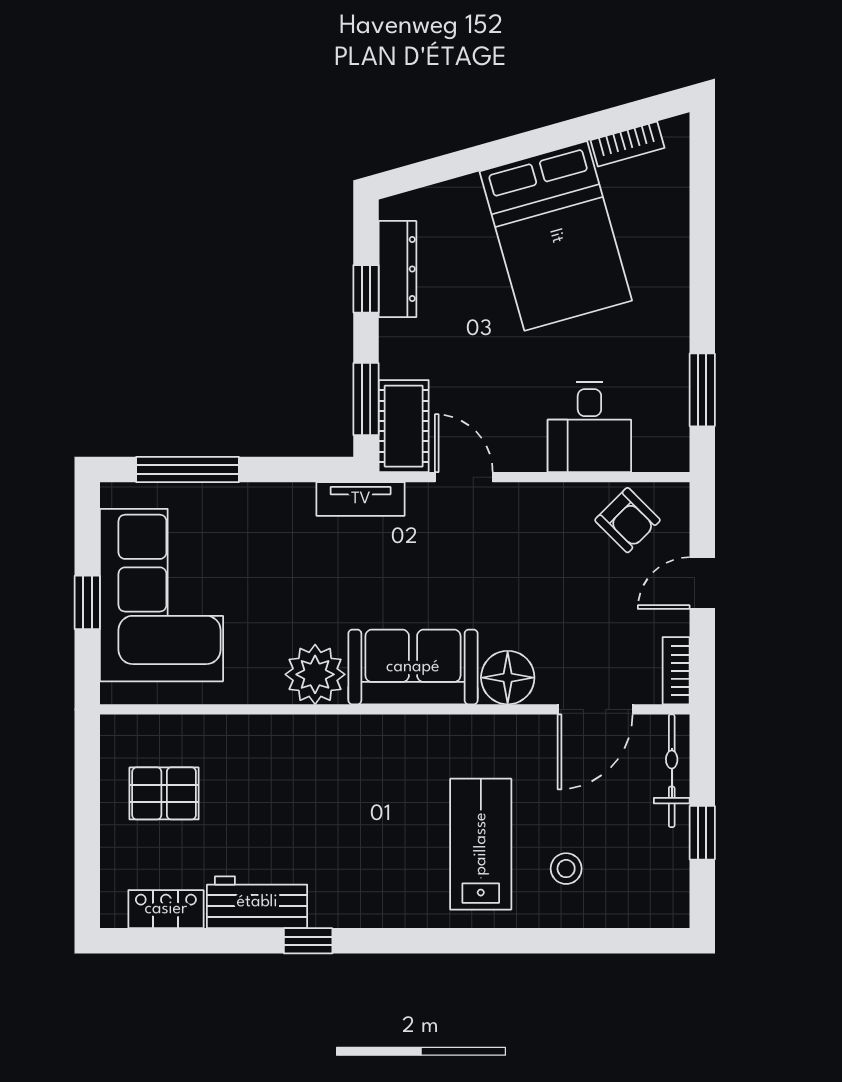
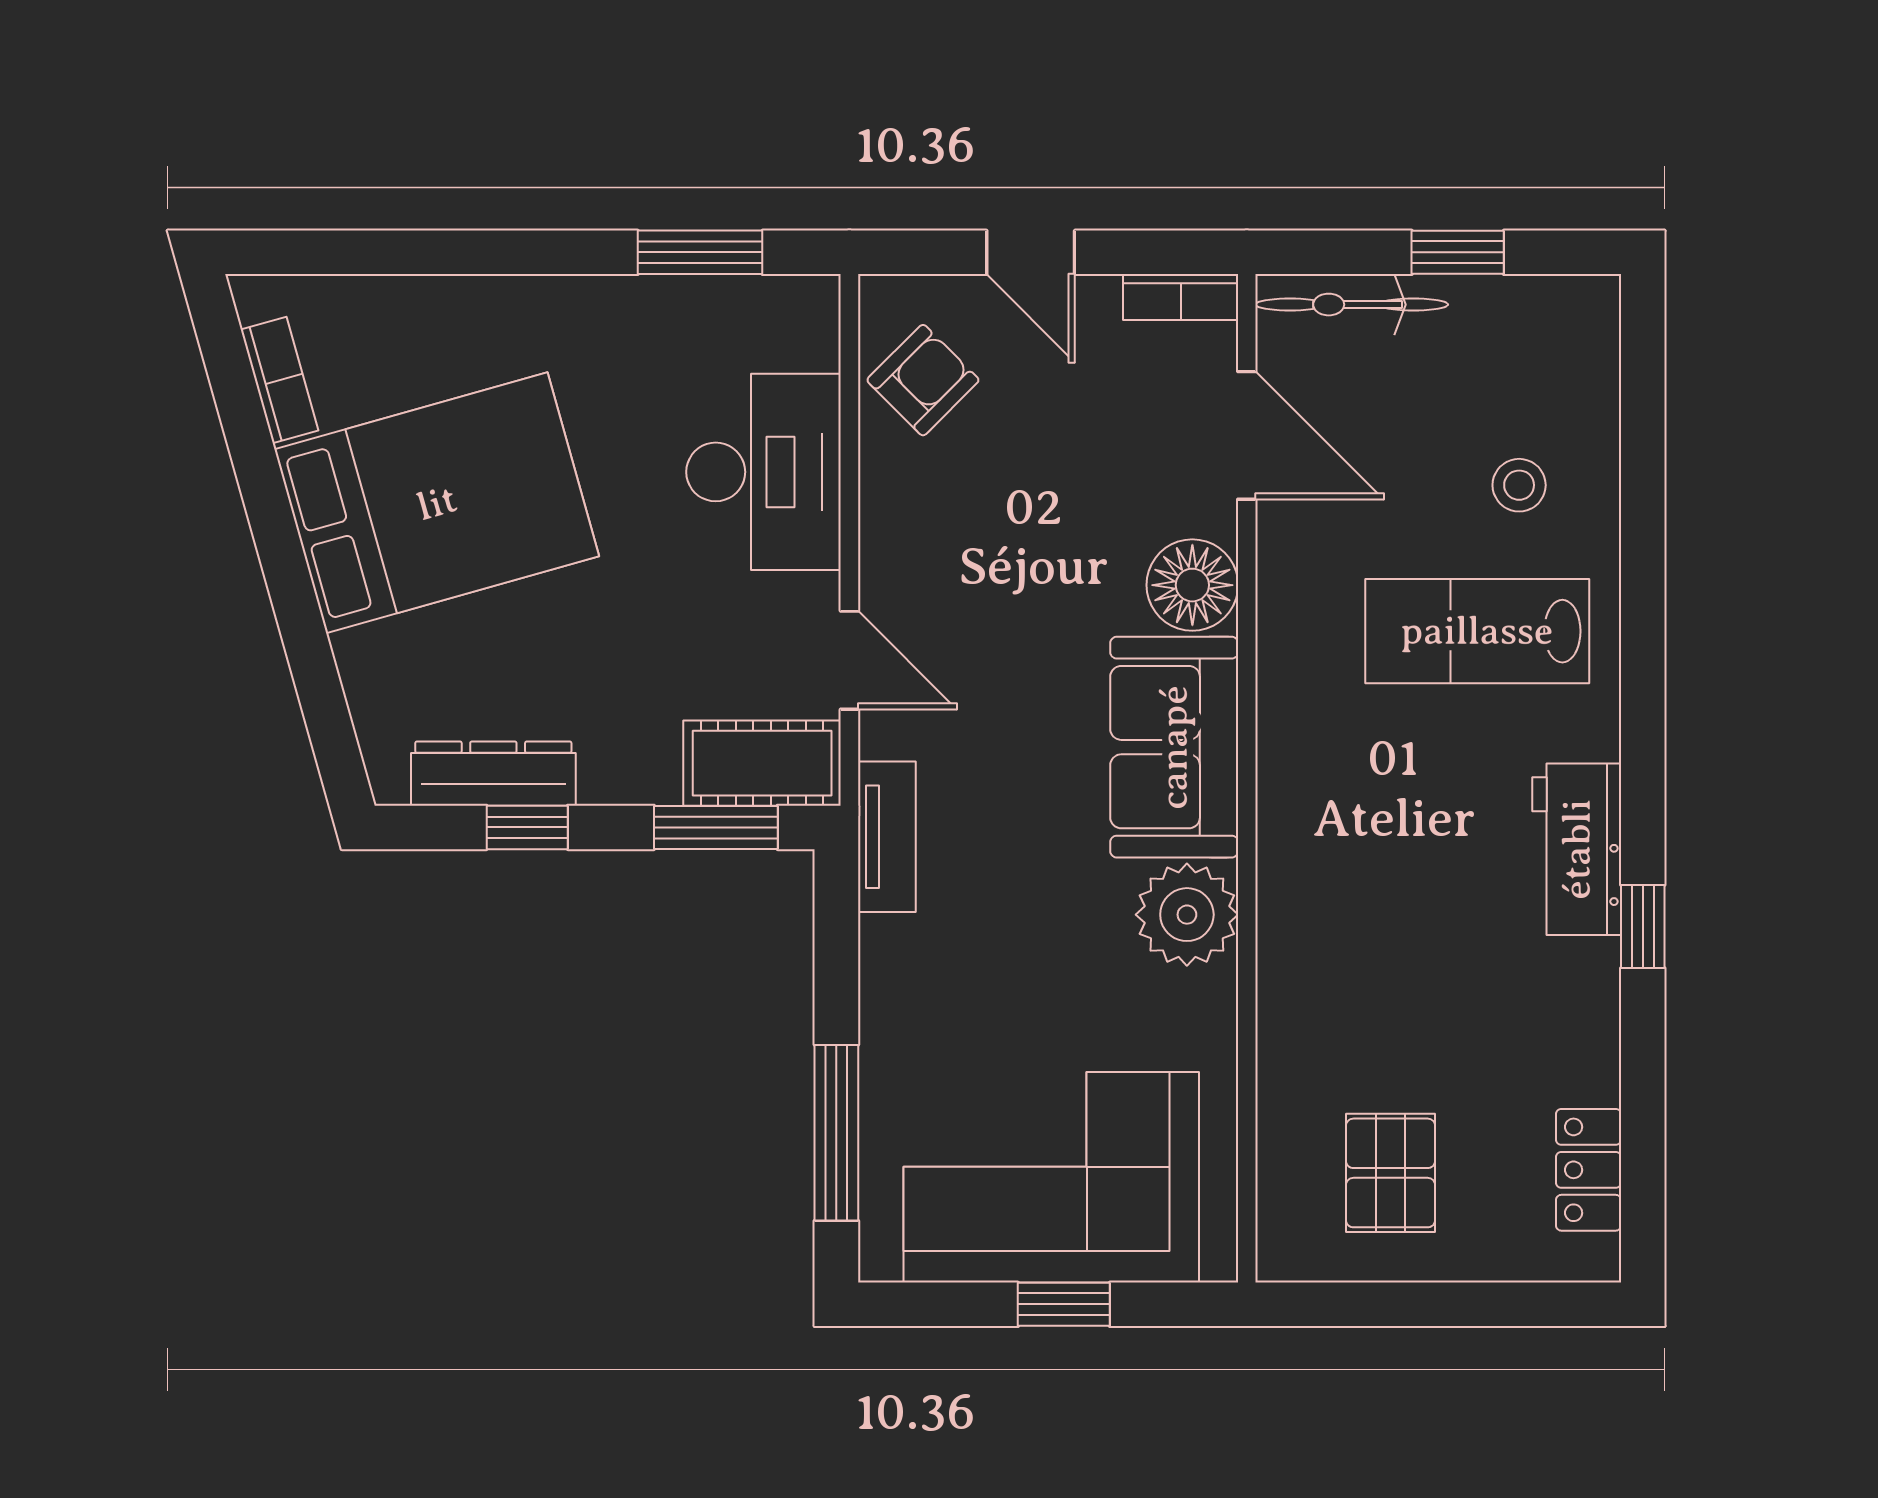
desk: (589, 427) -> (764, 472), width x1.37
door: (464, 477) -> (849, 660), swing flipped
workbench: (257, 902) -> (1577, 849), moved

